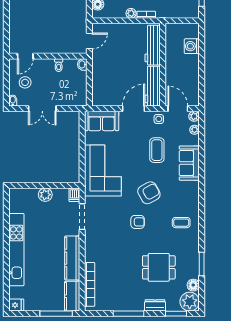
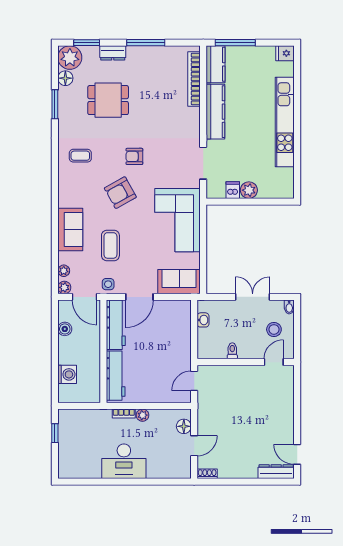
washbasin: (82, 64) -> (203, 320), moved
boiler: (194, 83) -> (65, 329), added
dishwasher: (74, 195) -> (233, 190), moved

